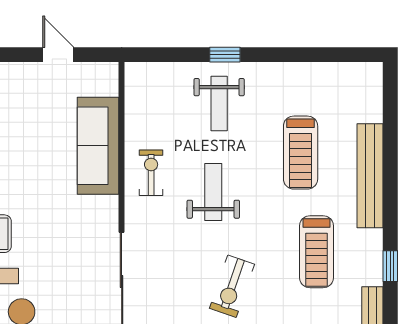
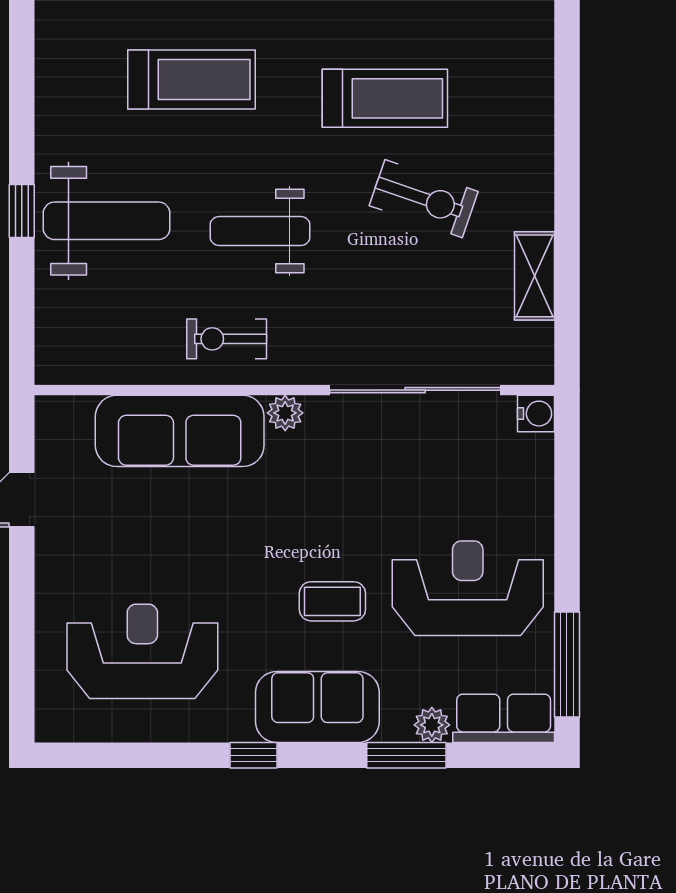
weight bench: (219, 104) -> (107, 221), width x1.36, depth x1.33
plant: (108, 206) -> (285, 413), added
treadmill: (316, 252) -> (385, 98), moved

